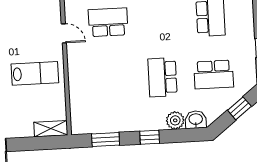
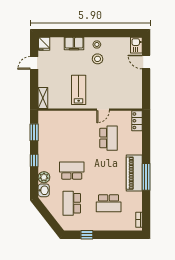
lab bench: (35, 73) -> (79, 90), turned 180
window: (239, 108) -> (49, 218), removed

